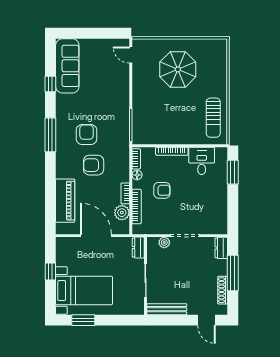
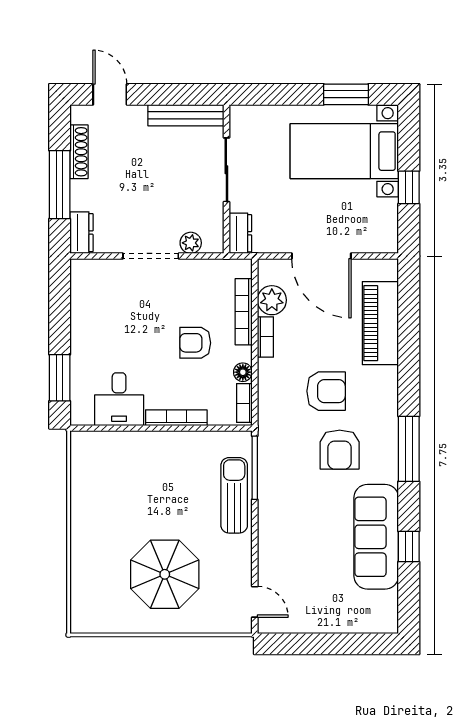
sofa: (67, 66) -> (376, 537), moved
sun lounger: (213, 118) -> (234, 495), moved

